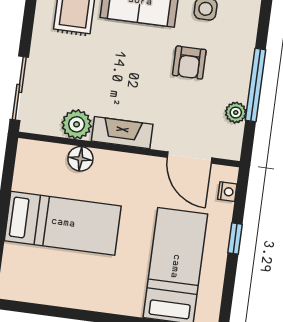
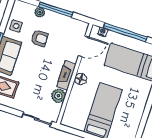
plant: (236, 113) -> (40, 12), moved
floor lamp: (80, 159) -> (81, 79), moved
window: (235, 238) -> (125, 32), width x3.17

